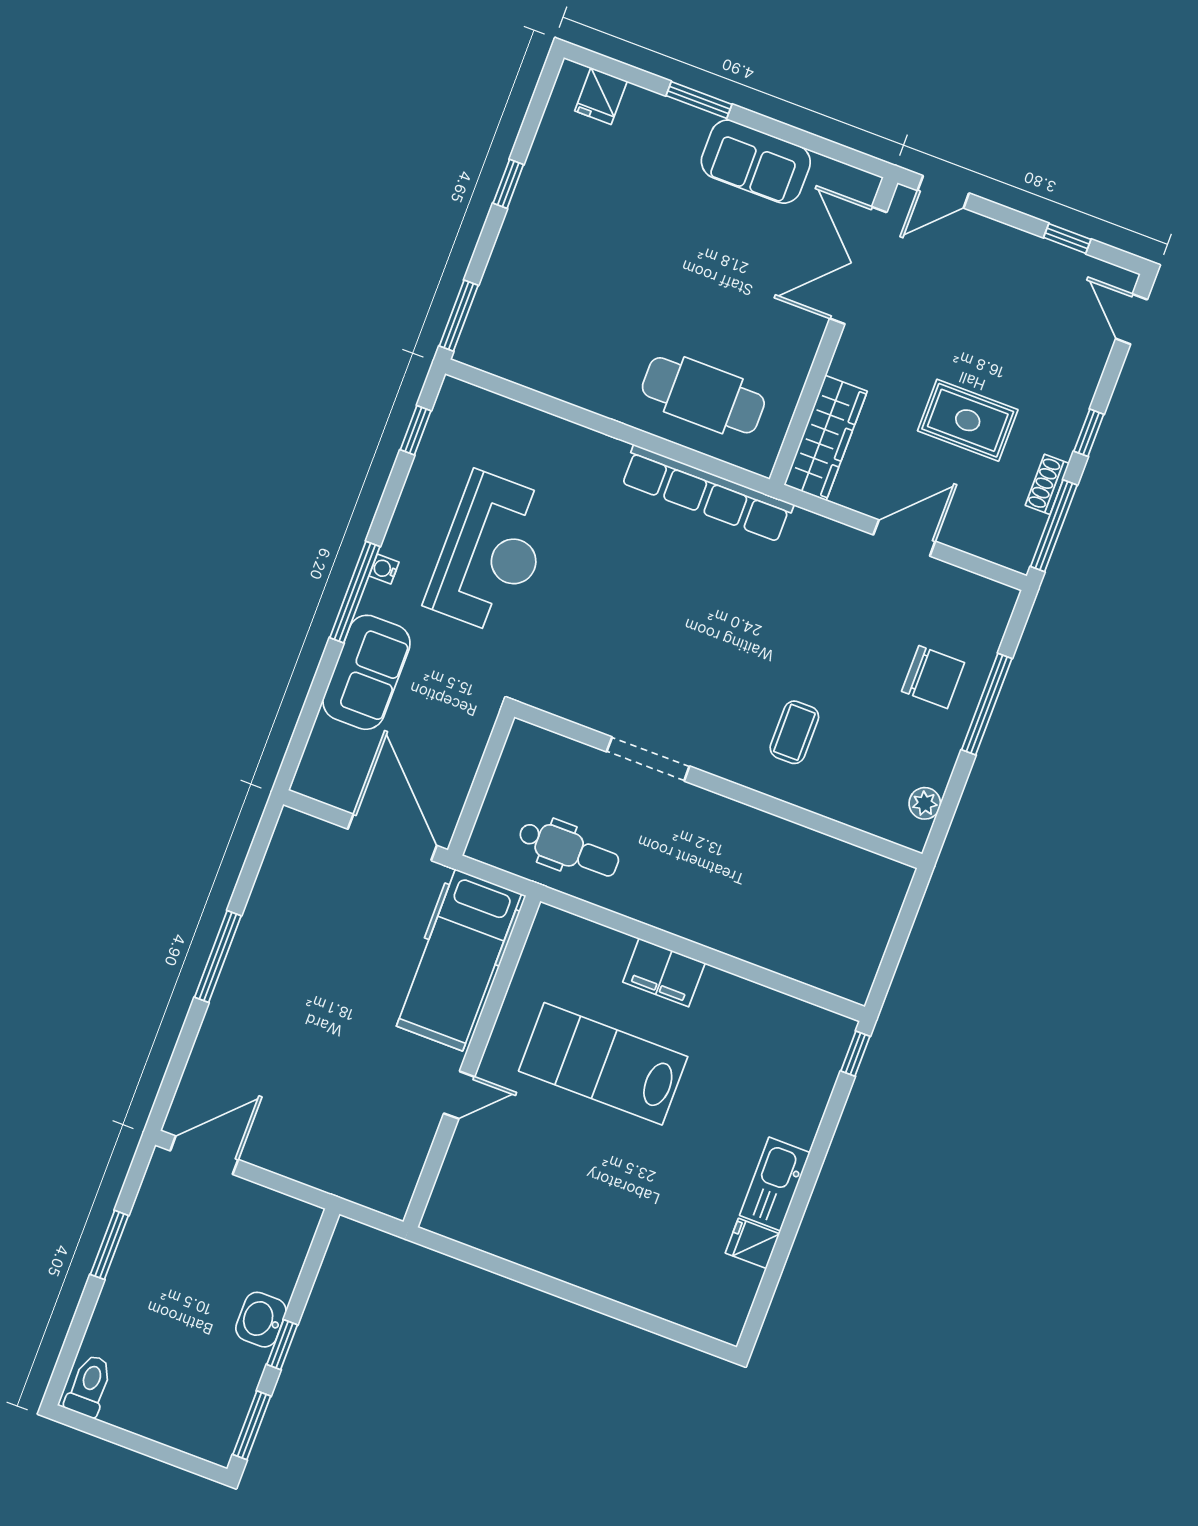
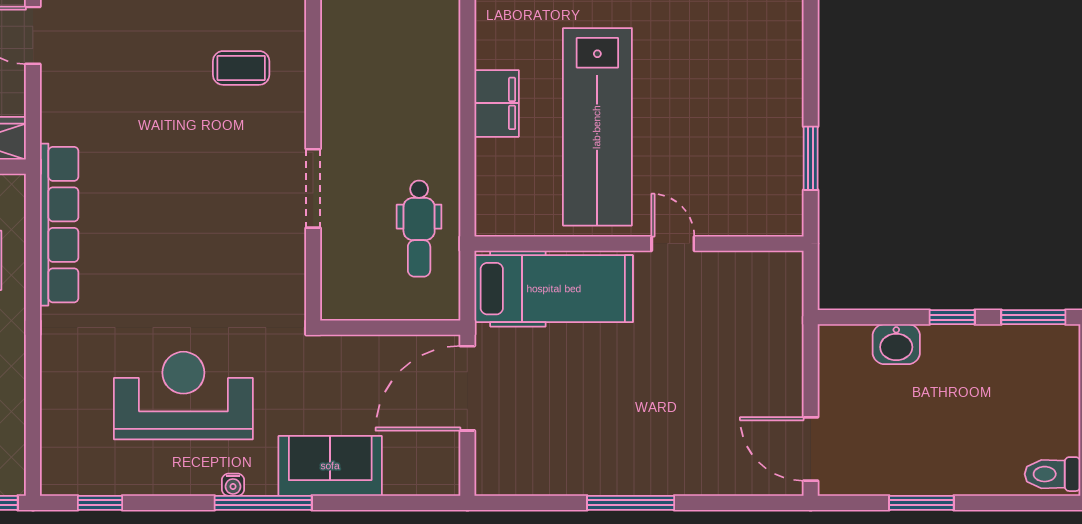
dental chair: (569, 849) -> (419, 229), turned 180
lab bench: (603, 1064) -> (597, 127), width x1.36
window: (492, 1263) -> (811, 158), added
washbasin: (261, 1320) -> (896, 344), moved

